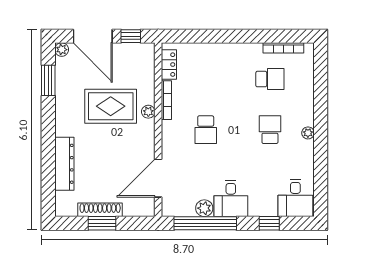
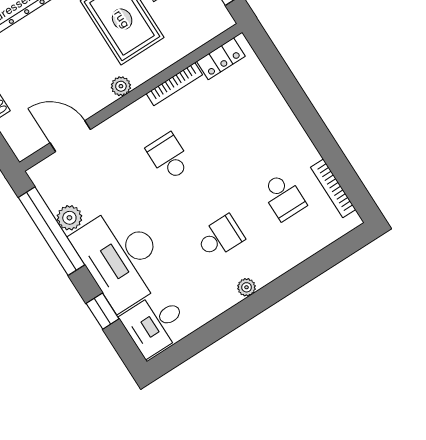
plant: (148, 112) -> (121, 86), moved
school desk: (206, 130) -> (169, 157), turned 90
door: (158, 178) -> (70, 136), width x0.73
desk: (231, 199) -> (121, 257), width x1.87, depth x1.30

